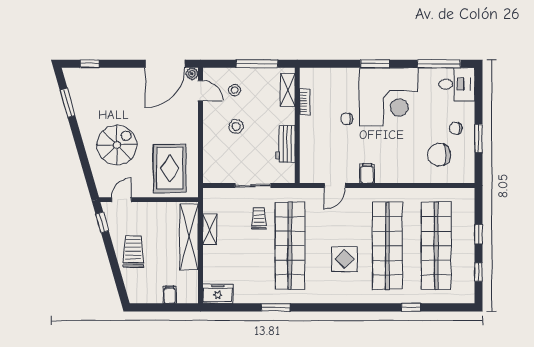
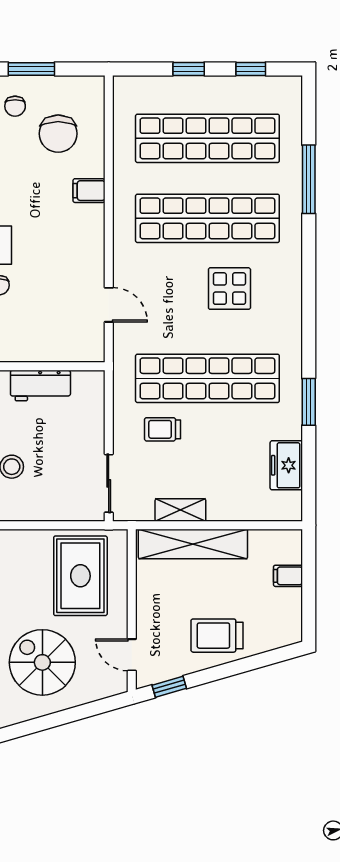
rug: (170, 168) -> (80, 576), turned 90
filing cabinet: (367, 173) -> (89, 191), moved
sliding door: (253, 186) -> (109, 483), moved
freezer: (218, 294) -> (286, 465), moved
window: (411, 307) -> (309, 179), width x2.17

